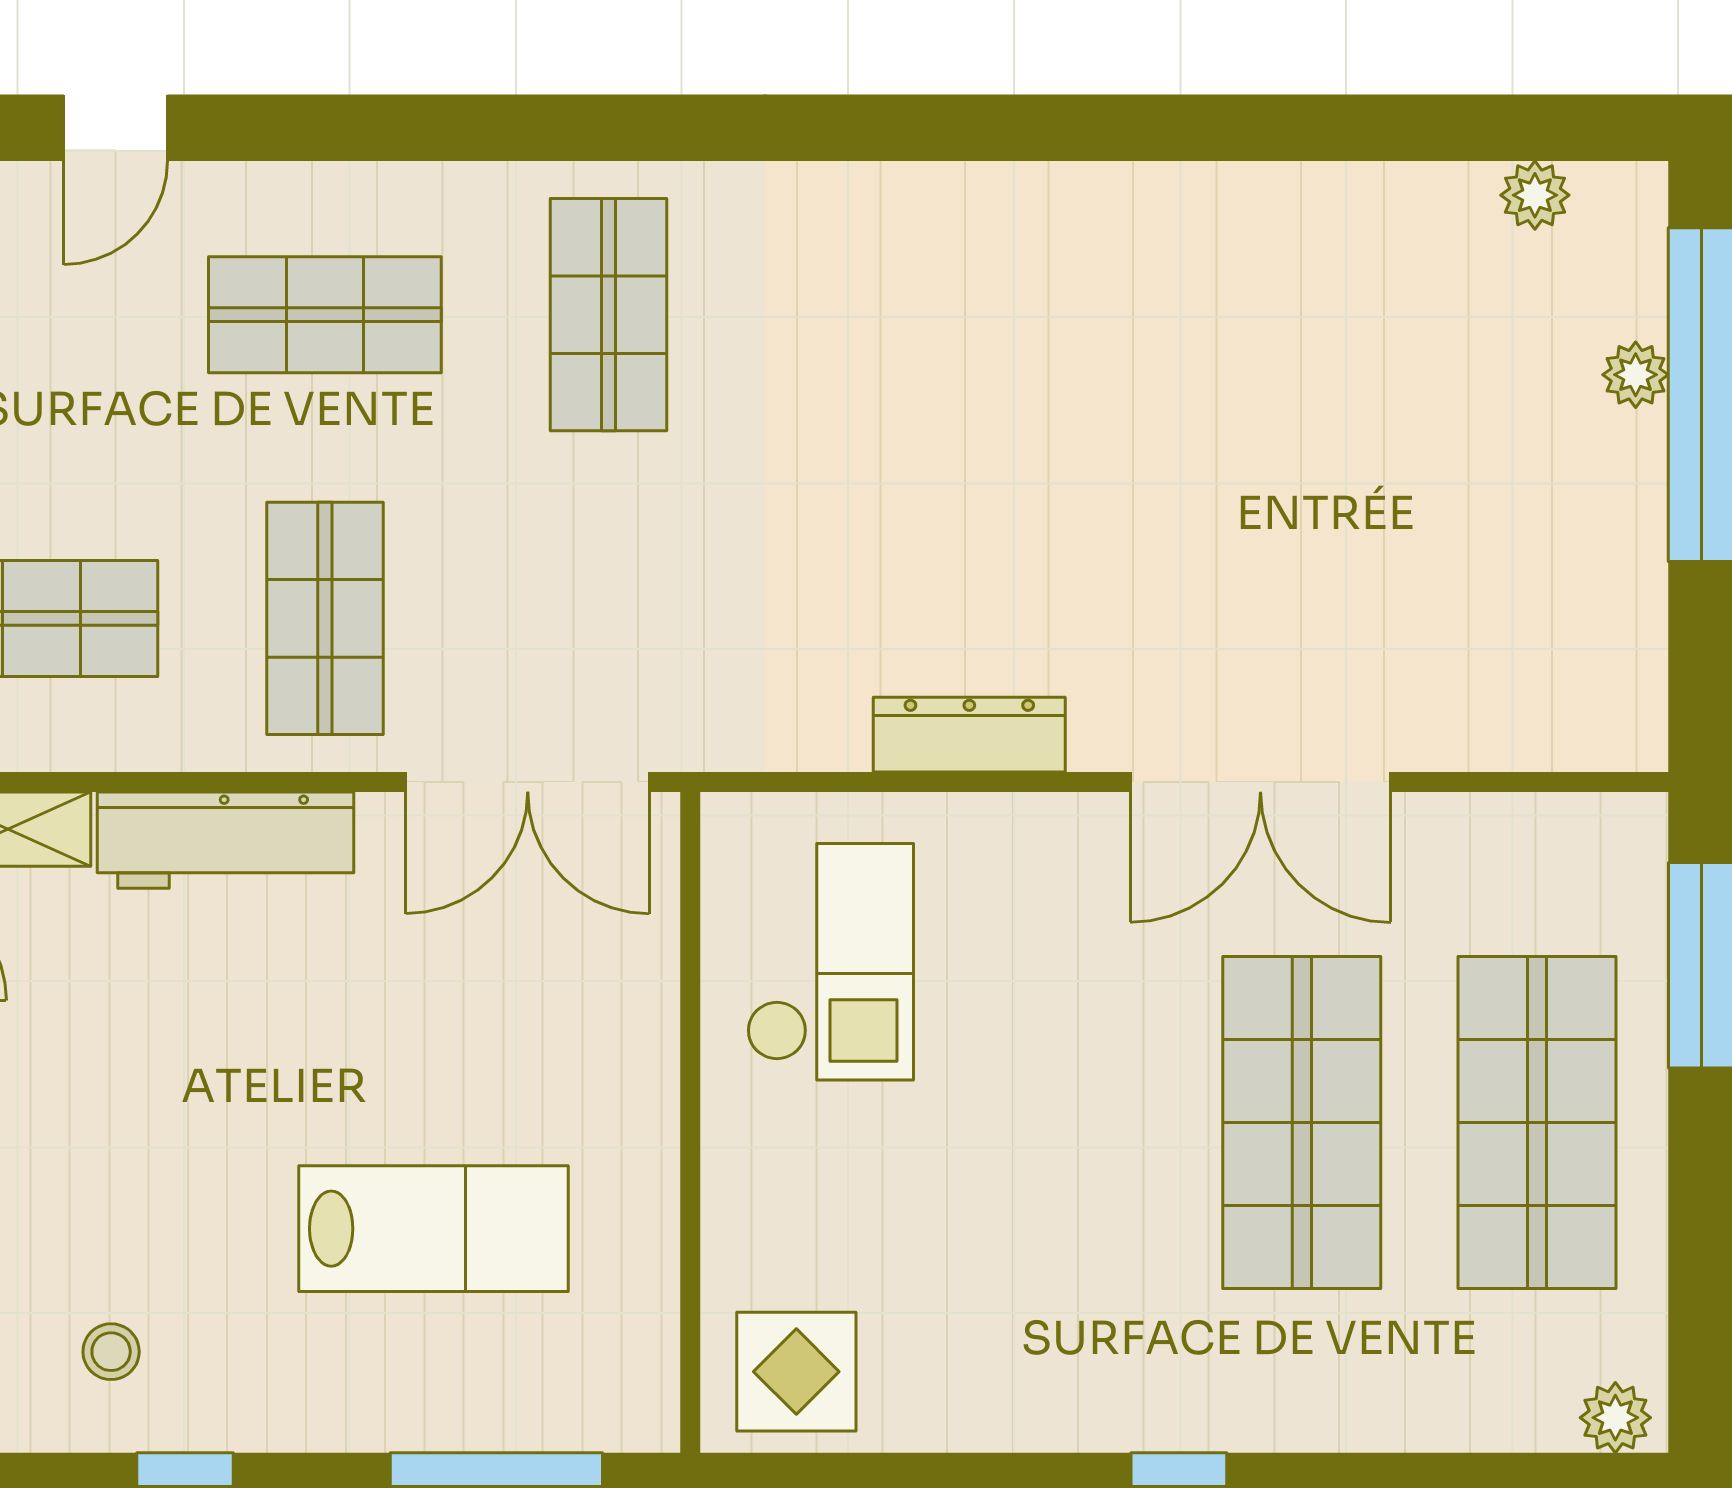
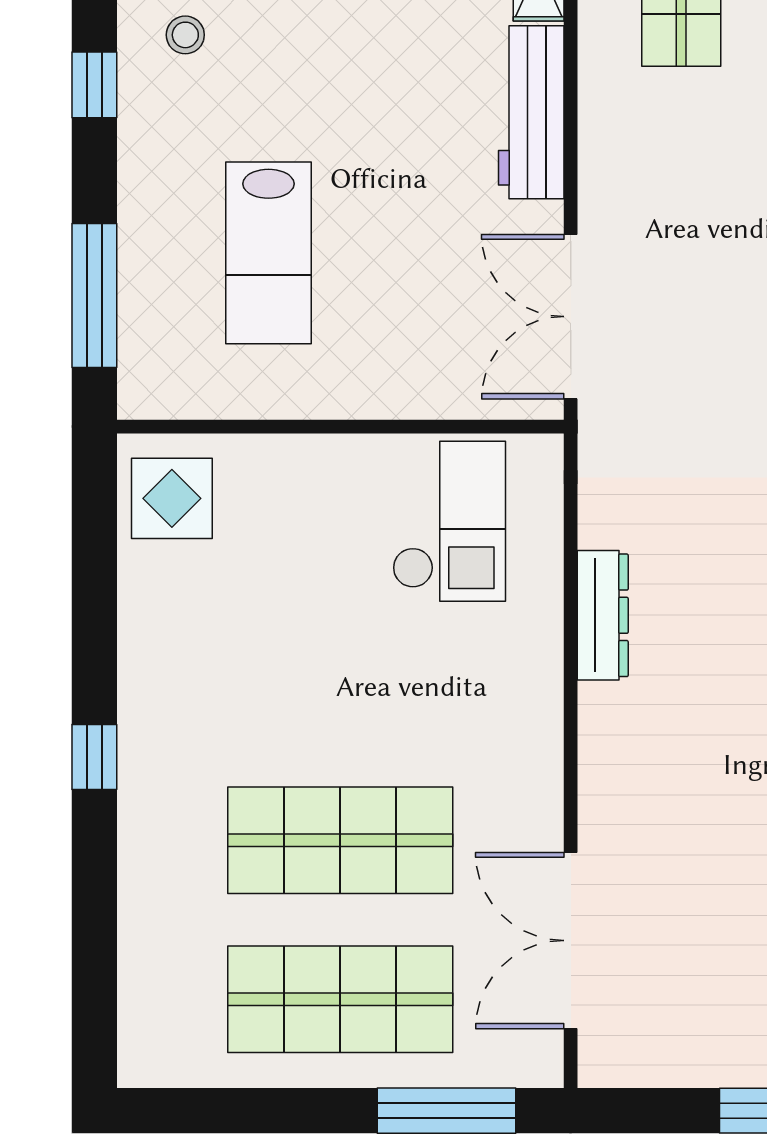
shop shelf: (325, 618) -> (681, 179), removed
double door: (1260, 782) -> (571, 941), moved
checkout: (830, 962) -> (449, 521), turned -90
plant: (1615, 1418) -> (141, 1052), removed

